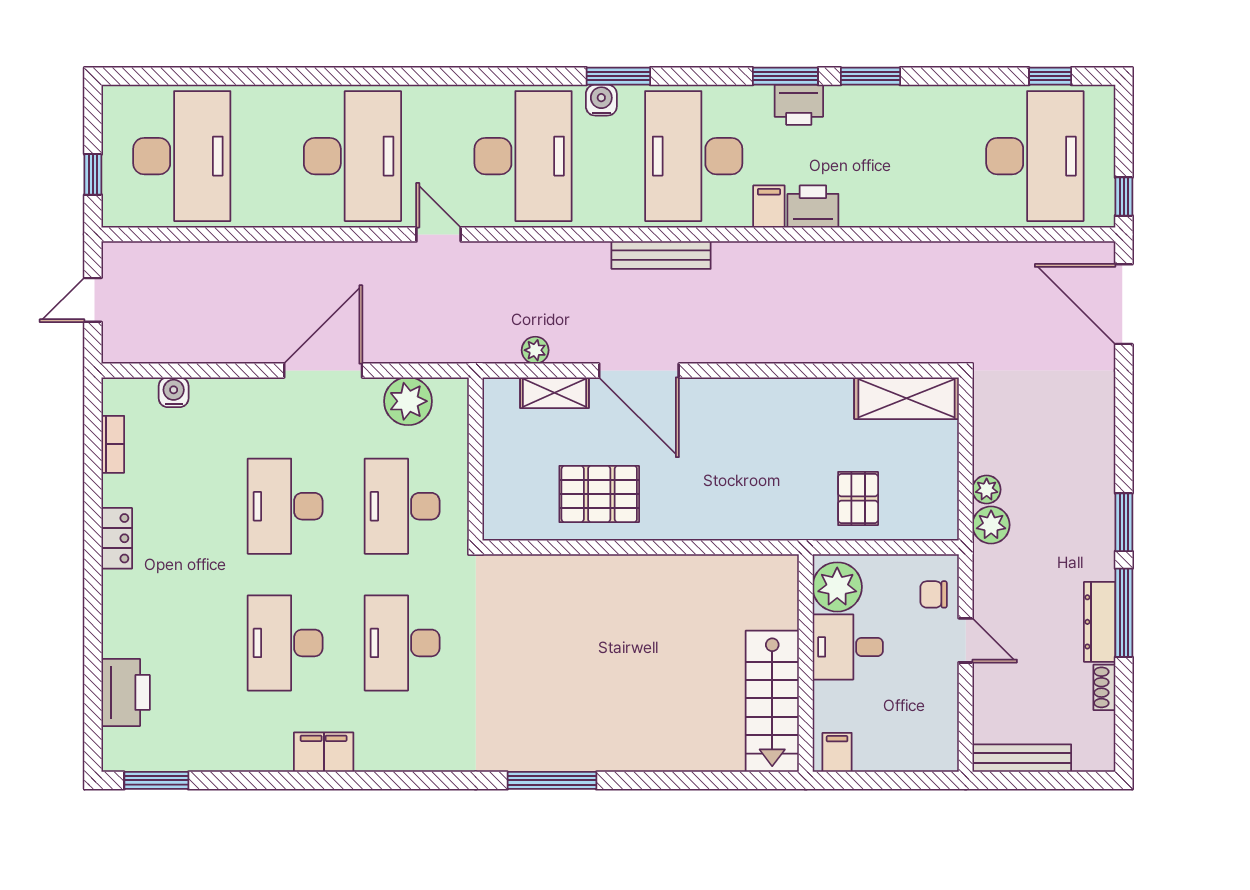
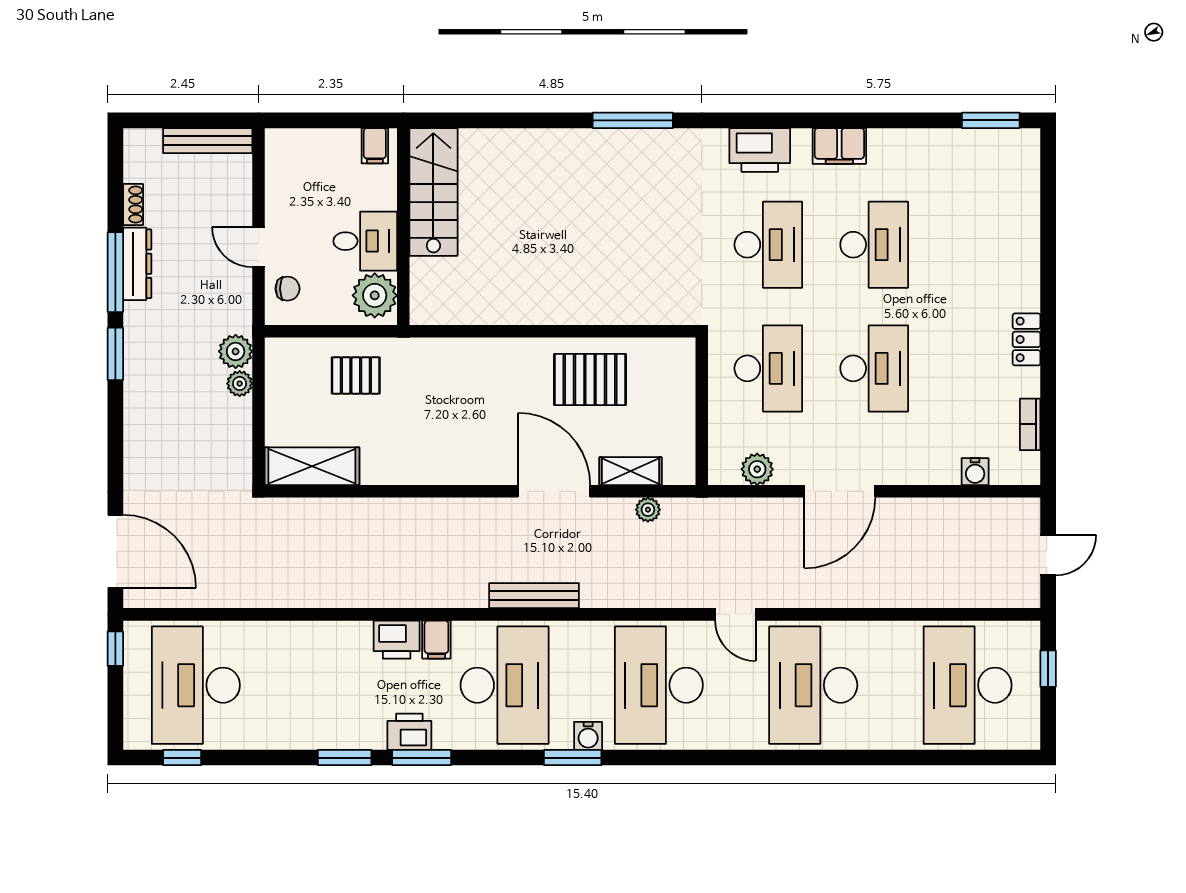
plant: (408, 401) -> (757, 469), width x0.73, depth x0.73
pallet: (858, 498) -> (356, 375), turned 90
printer: (126, 692) -> (760, 150), moved, turned -90

